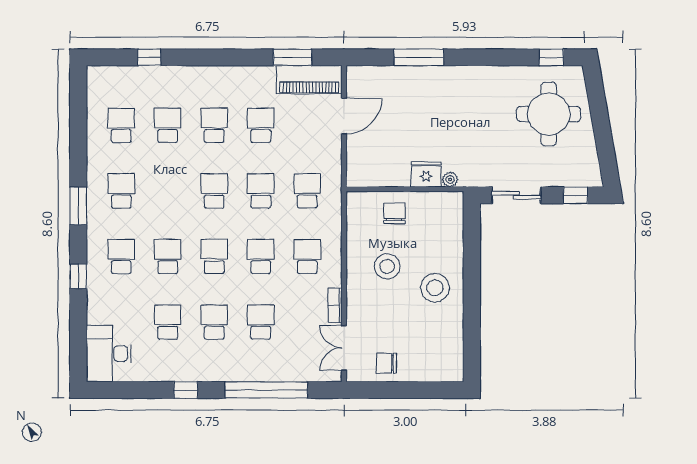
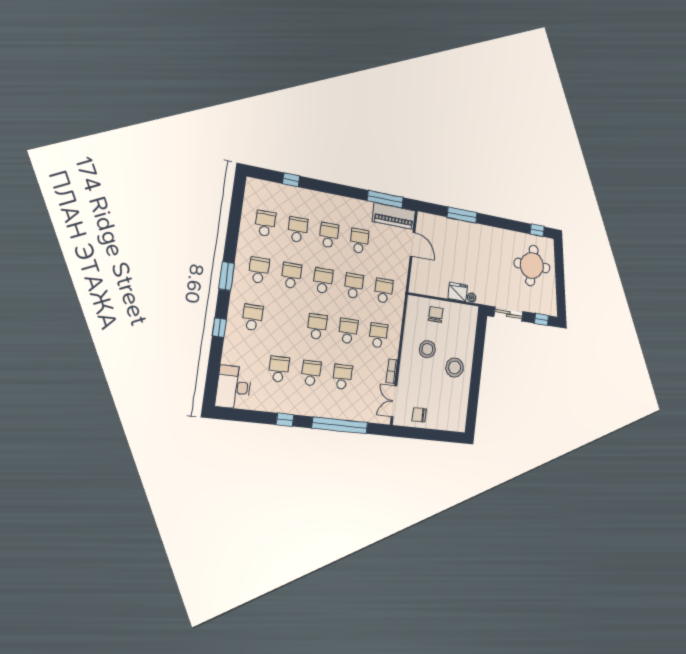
window: (292, 57) -> (385, 199), width x1.44
door: (344, 116) -> (413, 244), hinge flipped
school desk: (168, 256) -> (291, 276), moved

